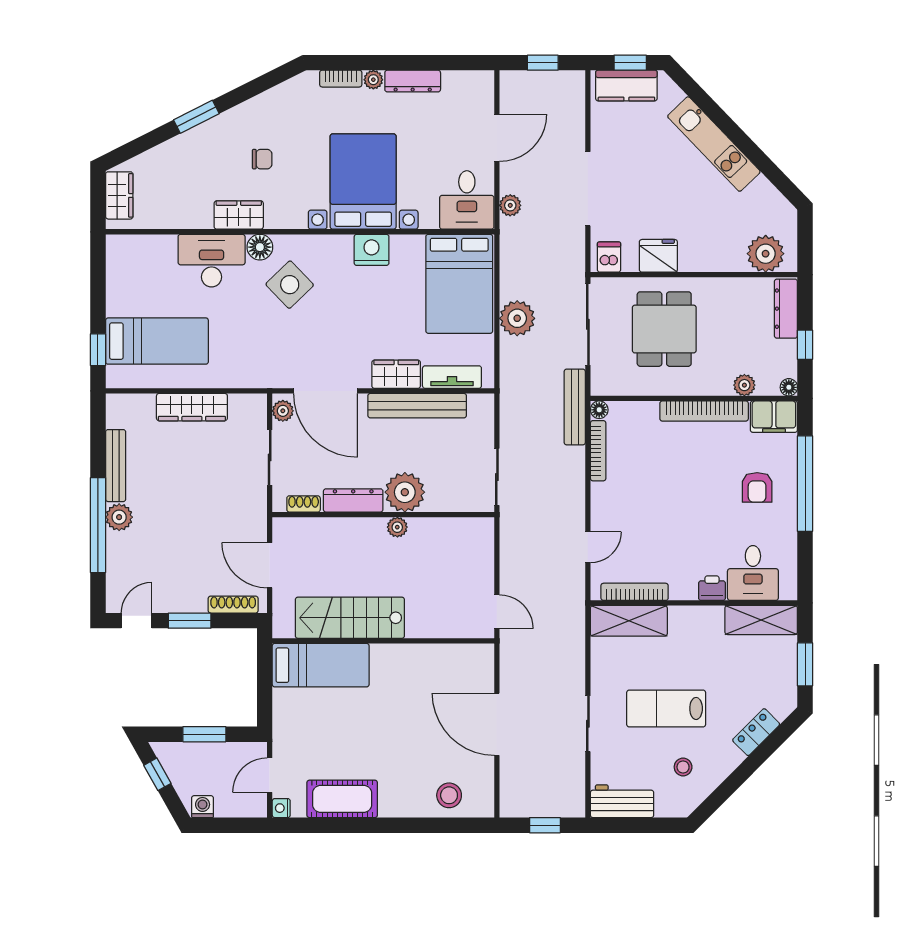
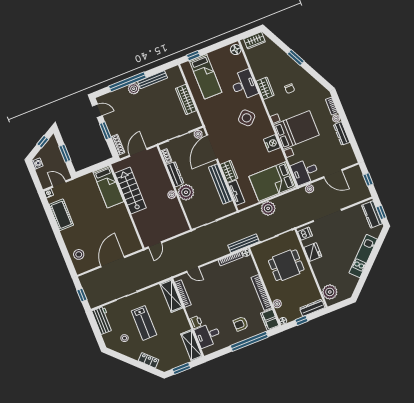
floor lamp: (260, 247) -> (236, 50), moved
lab bench: (666, 708) -> (144, 323), turned 180

